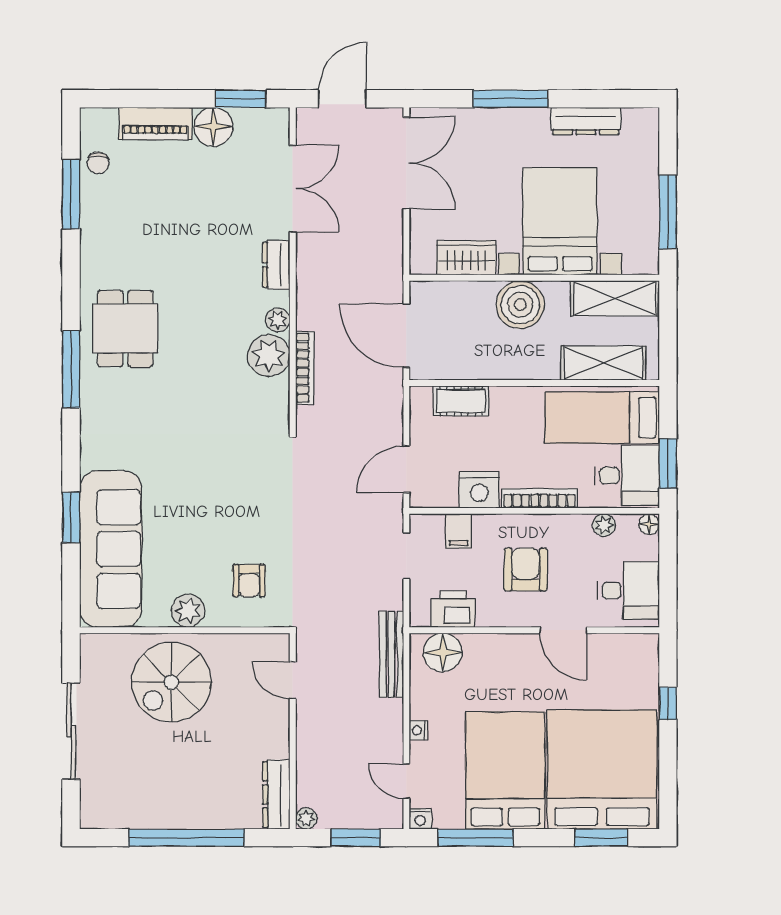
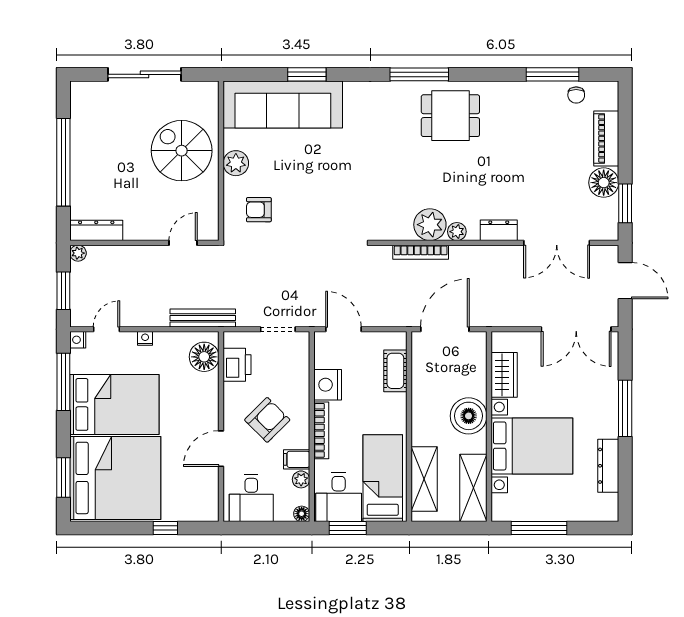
chair: (98, 163) -> (576, 95), turned -94
filing cabinet: (459, 531) -> (297, 459), moved
armchair: (526, 569) -> (267, 420), turned -45

